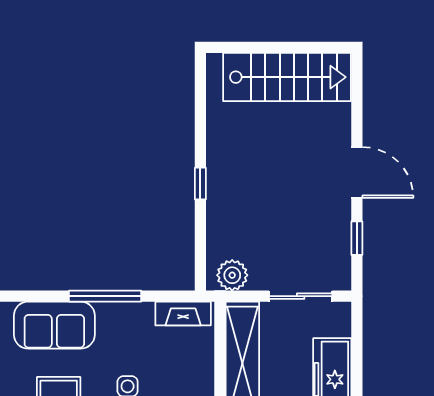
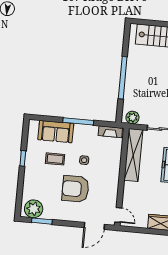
window: (200, 184) -> (123, 78), width x3.17

